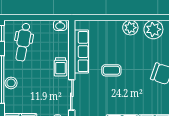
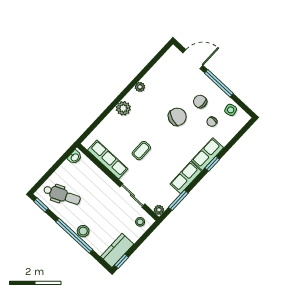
plant: (153, 29) -> (140, 87), width x0.53, depth x0.53
dental chair: (23, 42) -> (62, 195), turned -34
trolley: (60, 67) -> (105, 185), removed

